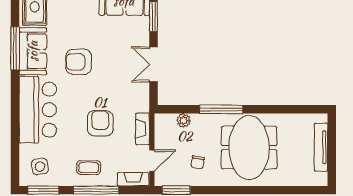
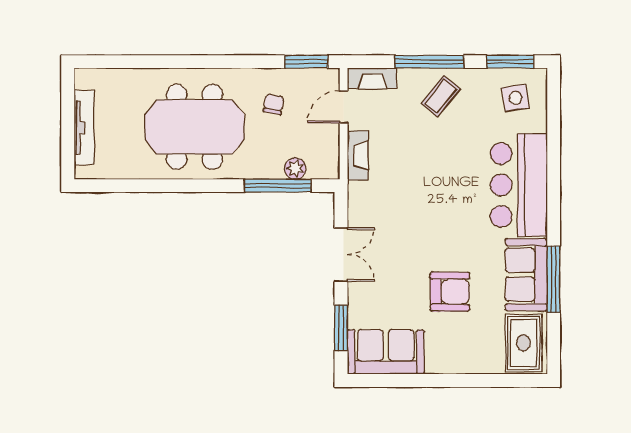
armchair: (79, 62) -> (450, 292), moved
window: (221, 109) -> (278, 186), moved
armchair: (100, 123) -> (423, 164), removed
meeting table: (249, 148) -> (195, 127), turned 90
coffee table: (89, 168) -> (441, 96), turned -51

